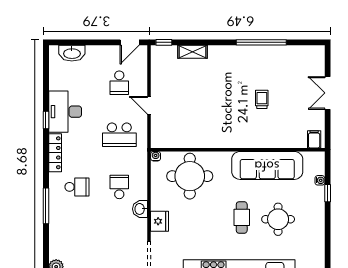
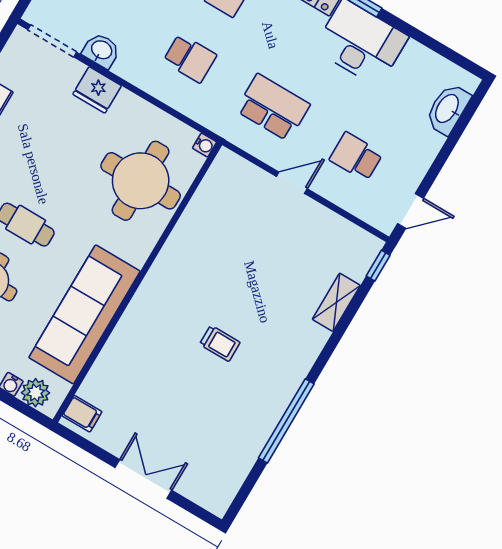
door: (130, 42) -> (410, 211), swing flipped
trolley: (262, 99) -> (220, 343), moved
school desk: (119, 135) -> (273, 107), turned 90
plant: (317, 167) -> (35, 393), added
washbasin: (140, 209) -> (101, 50), moved

